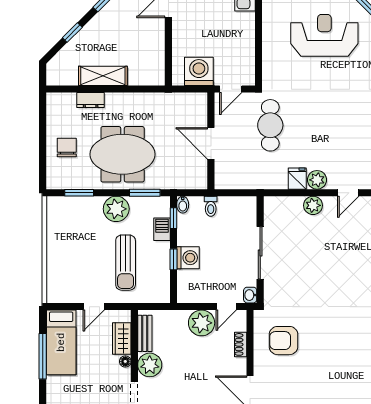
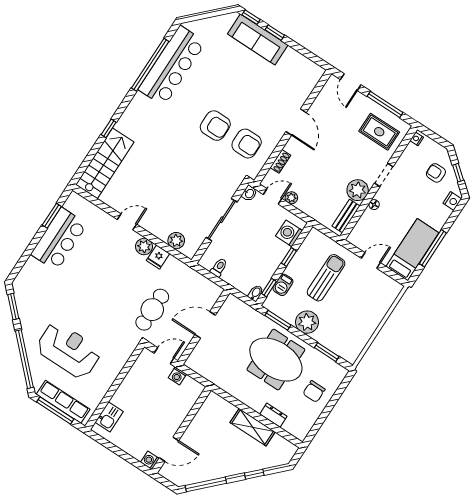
reception desk: (324, 35) -> (69, 350), turned 180
washing machine: (199, 71) -> (177, 376), width x0.53, depth x0.53
door: (211, 143) -> (205, 325), swing flipped
plant: (313, 205) -> (176, 241), moved
toilet: (211, 206) -> (219, 267), moved
washing machine: (188, 258) -> (289, 233), moved
plant: (202, 323) -> (291, 198), width x0.53, depth x0.53
armchair: (324, 338) -> (215, 126), added
wardrobe: (122, 339) -> (366, 223), removed

